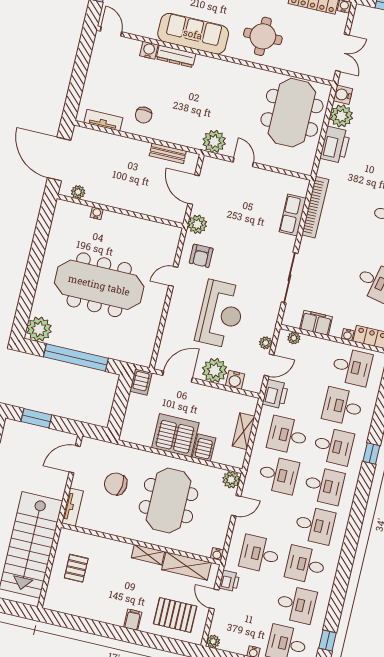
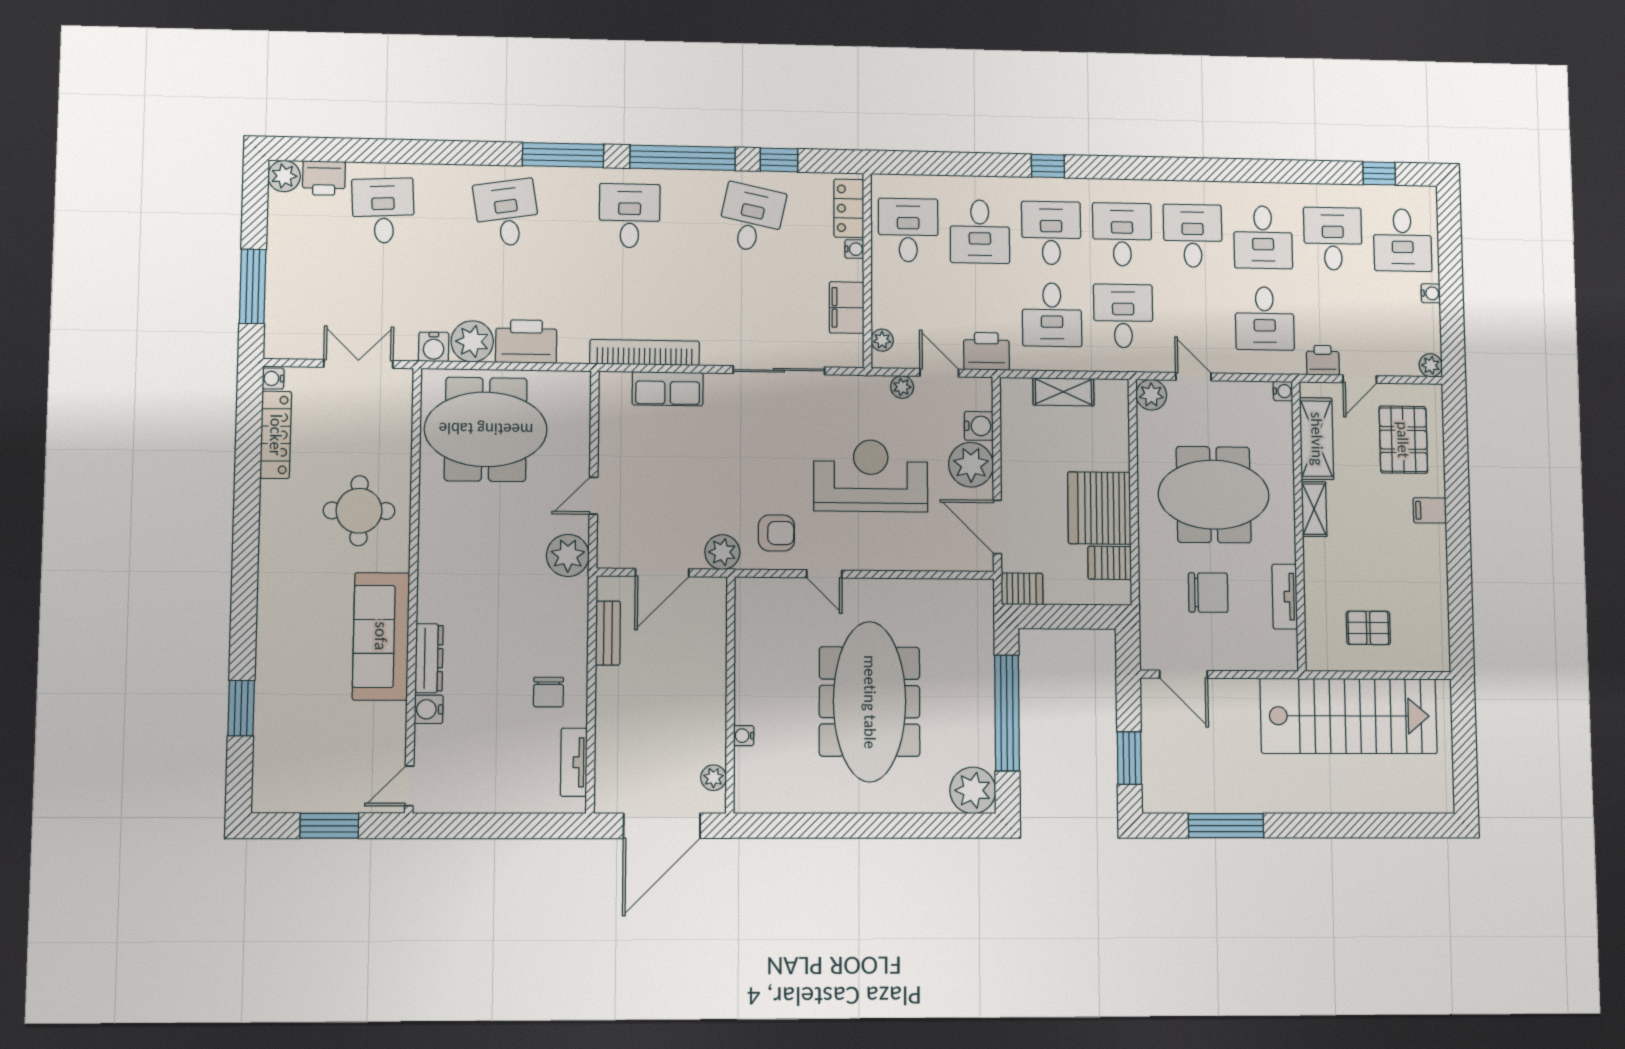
chair: (144, 115) -> (548, 692), turned 90
server rack: (204, 448) -> (1110, 563), moved
chair: (116, 484) -> (1208, 593), turned -97
tv unit: (73, 507) -> (1285, 597), moved, turned -90

